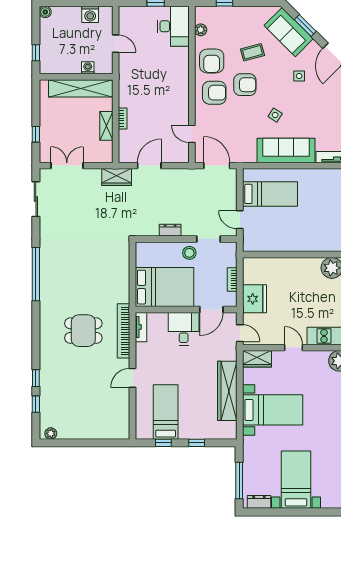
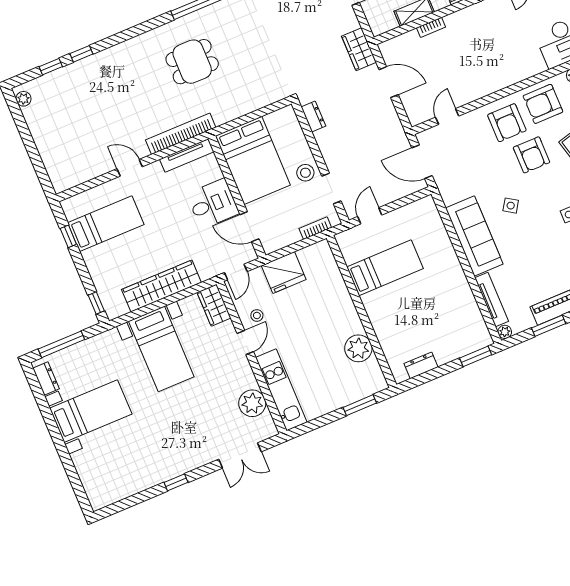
door: (217, 166) -> (422, 162), swing flipped
bed: (270, 194) -> (385, 268), moved, turned -90
dresser: (170, 230) -> (313, 117), moved
bookcase: (232, 279) -> (315, 228), moved
tv unit: (141, 327) -> (187, 155), width x1.41
dining table: (83, 331) -> (192, 62), moved, turned 90
stool: (277, 331) -> (257, 315), added
window: (197, 443) -> (96, 303), moved

